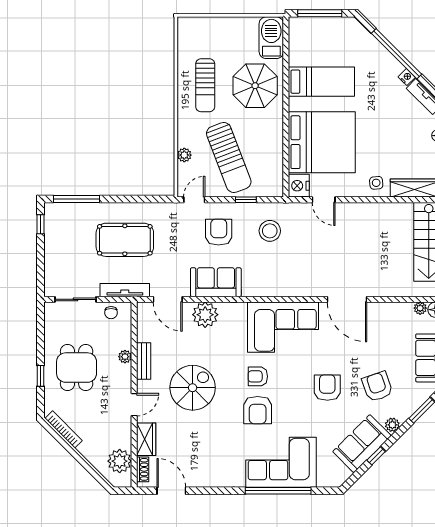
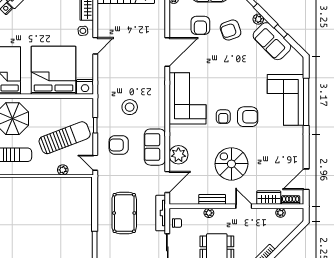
door: (324, 200) -> (95, 46), moved
stool: (270, 231) -> (130, 107), moved
armchair: (327, 388) -> (200, 25), moved, turned -90
plant: (120, 461) -> (281, 213), width x0.53, depth x0.53

